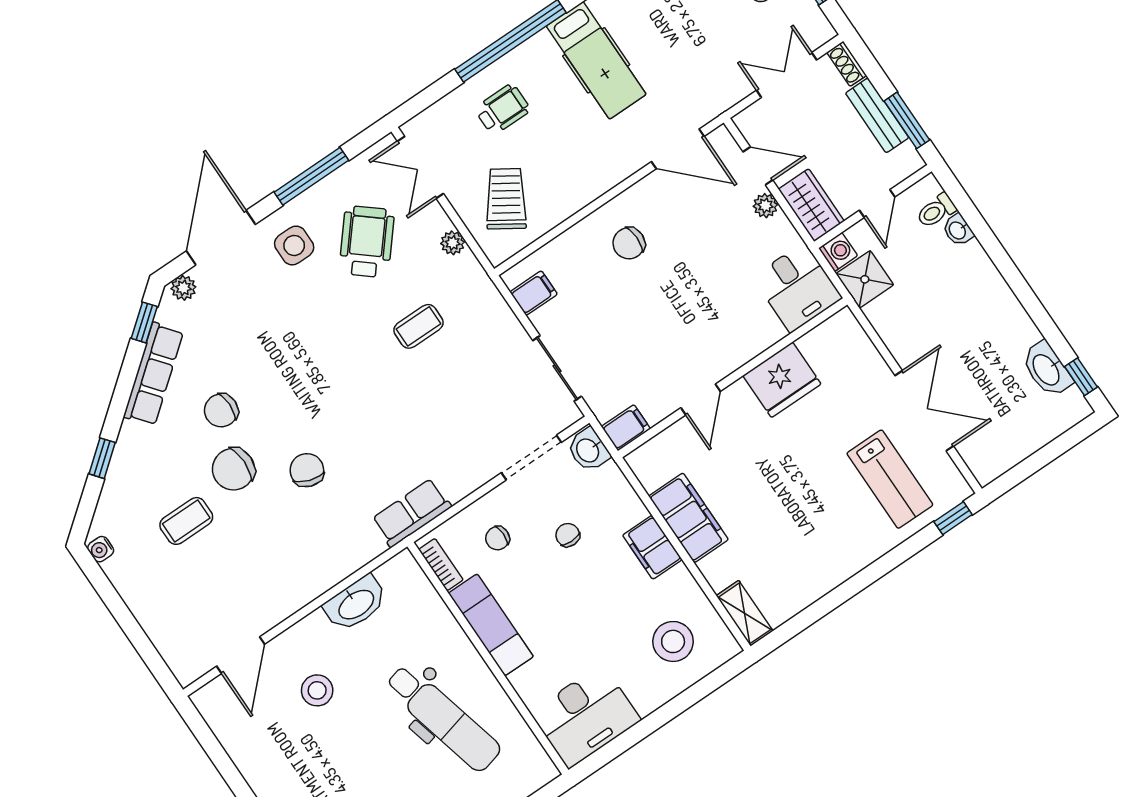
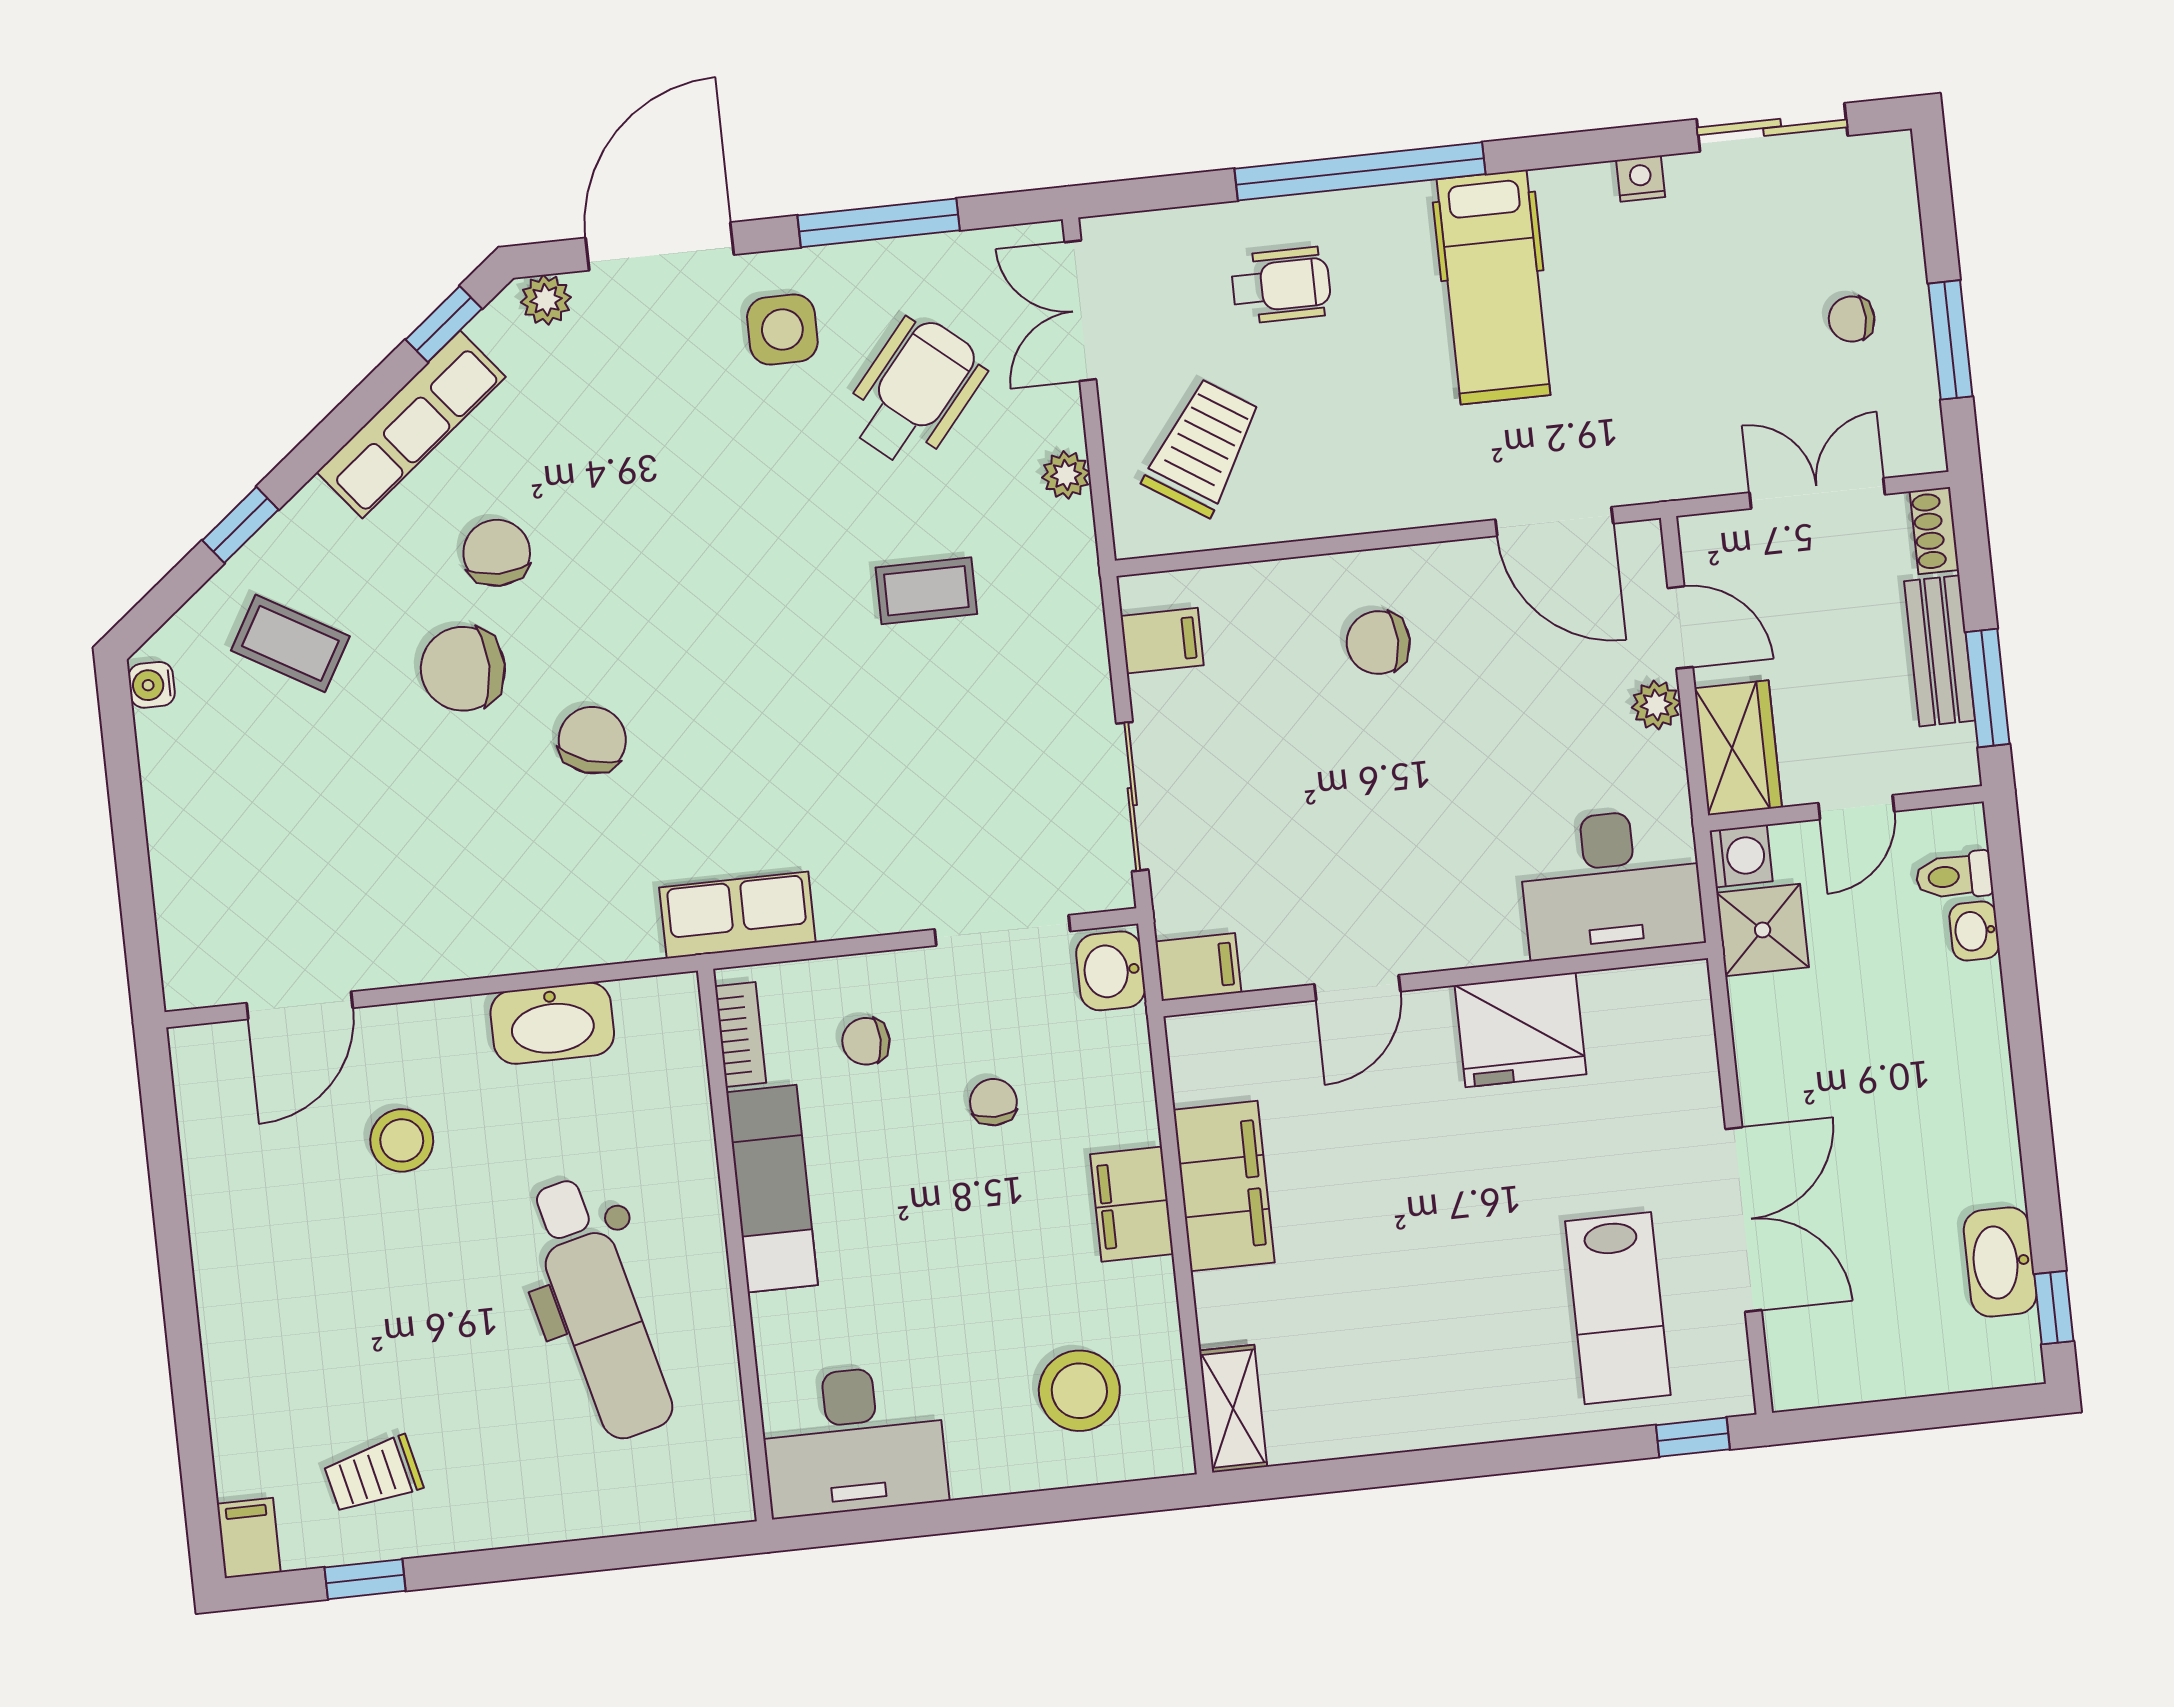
desk: (797, 288) -> (1611, 883), width x1.37
chair: (221, 410) -> (497, 553), turned 90
coffee table: (186, 521) -> (290, 643), moved, turned 30

